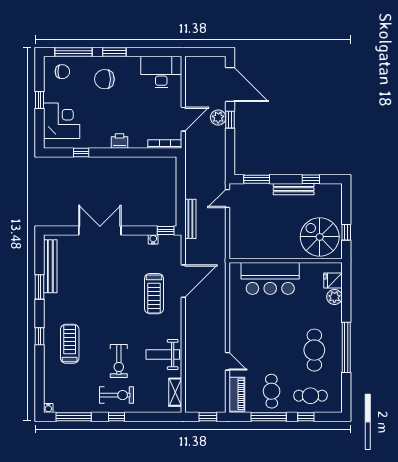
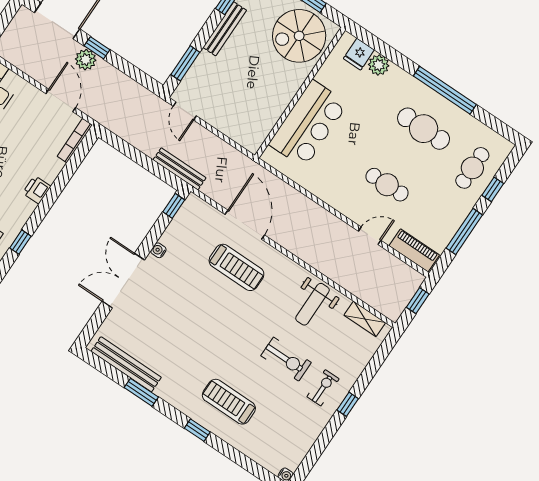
water cooler: (153, 239) -> (158, 250), moved
cafe table: (272, 391) -> (387, 185), moved
exercise bike: (117, 395) -> (323, 388), width x0.73, depth x0.72
window: (74, 417) -> (315, 453), removed

